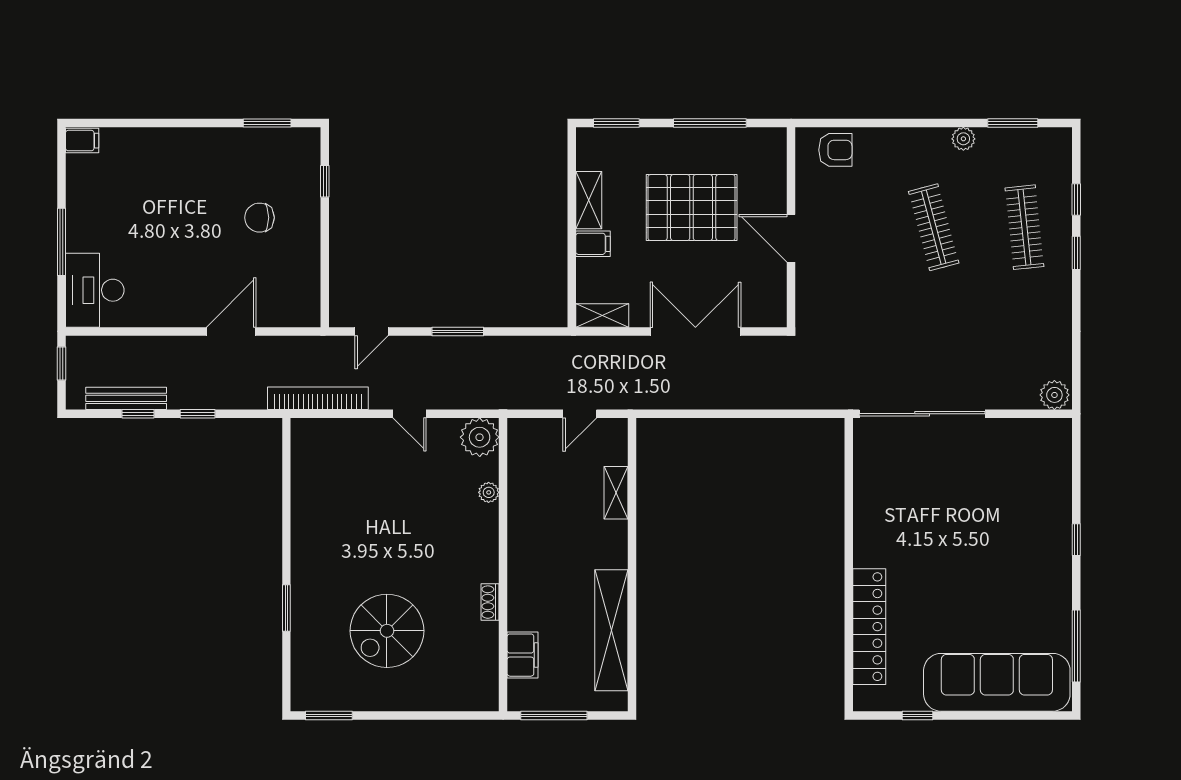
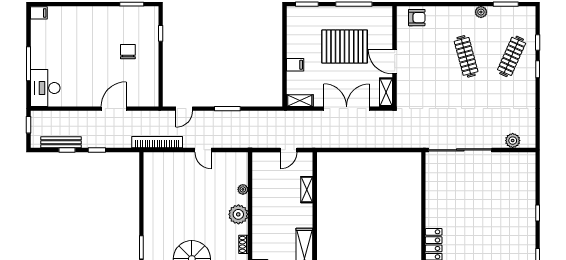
shelving: (589, 200) -> (386, 92), moved
chair: (259, 218) -> (128, 52), turned 90
clothes rail: (1024, 227) -> (512, 56), turned 30
plant: (1054, 395) -> (513, 141), moved
plant: (480, 437) -> (238, 214), moved

